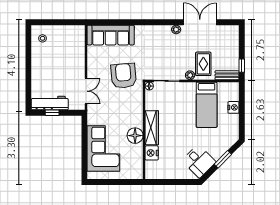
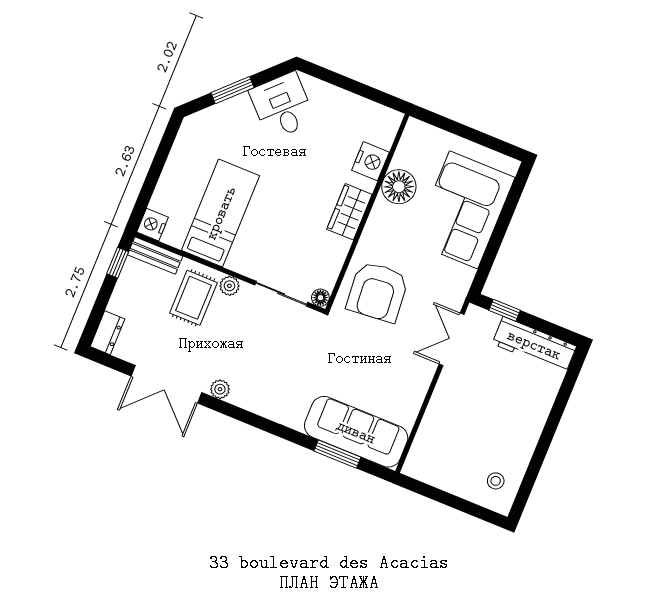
window: (115, 22) -> (337, 454), added
dresser: (234, 34) -> (107, 333), added
armchair: (124, 76) -> (377, 292), moved
nightstand: (234, 107) -> (153, 225), moved
window: (52, 113) -> (505, 310), moved
wardrobe: (152, 128) -> (349, 212), width x0.67
floor lamp: (135, 136) -> (399, 187), moved

